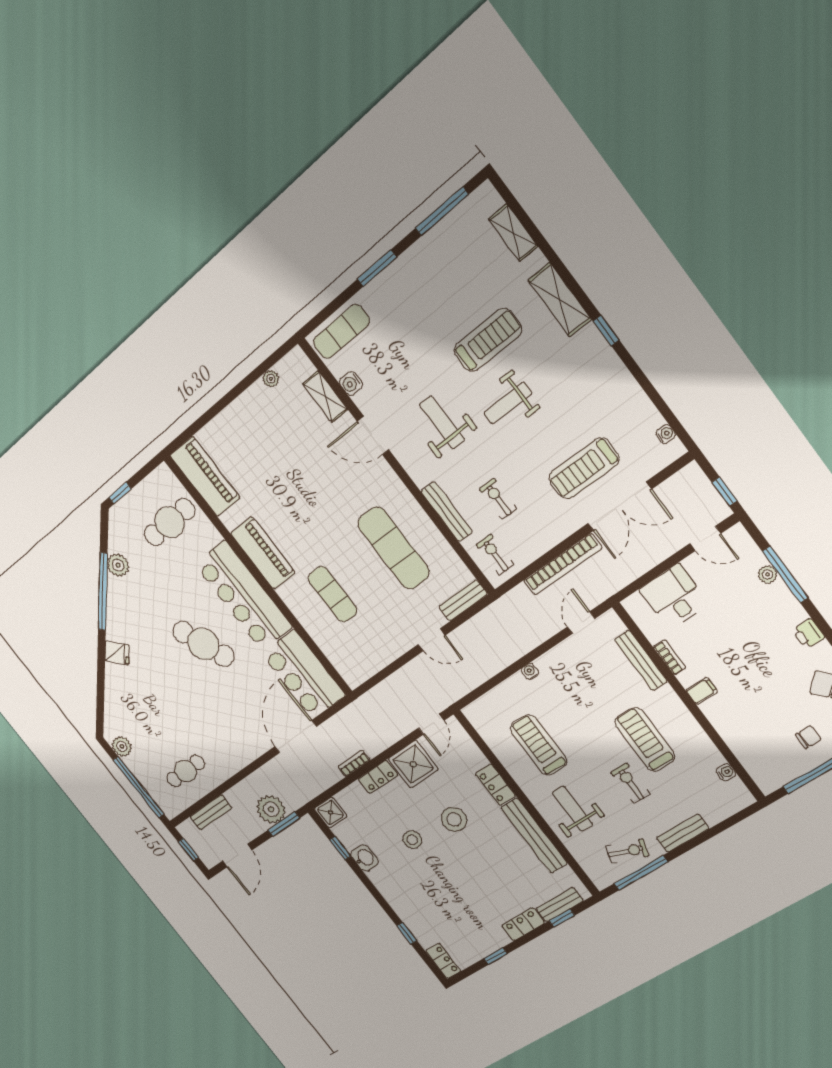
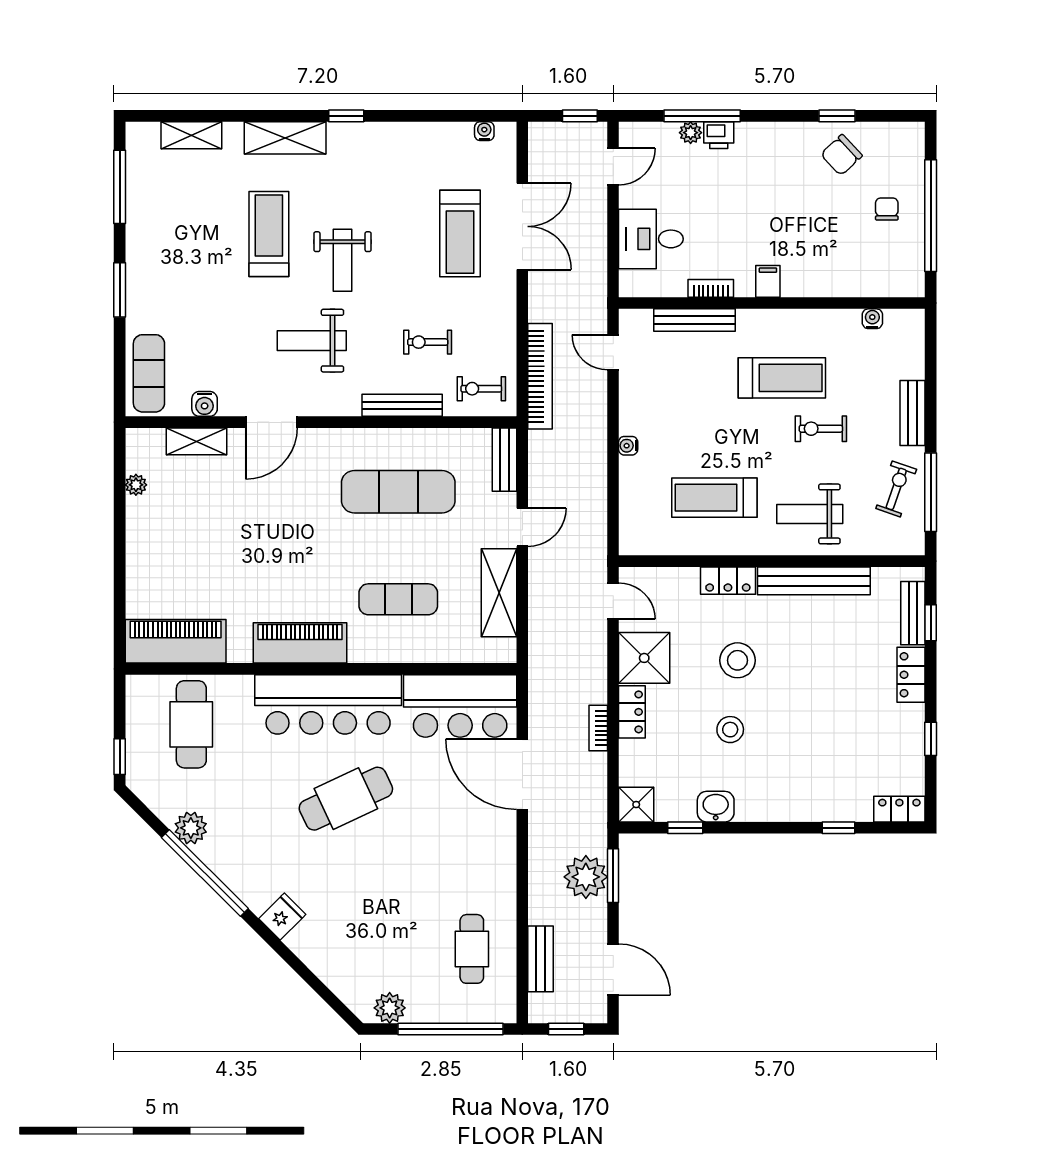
bookcase: (563, 564) -> (540, 376), moved
printer: (809, 634) -> (719, 135), moved
shelving: (383, 653) -> (499, 593), added
treadmill: (645, 739) -> (782, 378), turned 180

